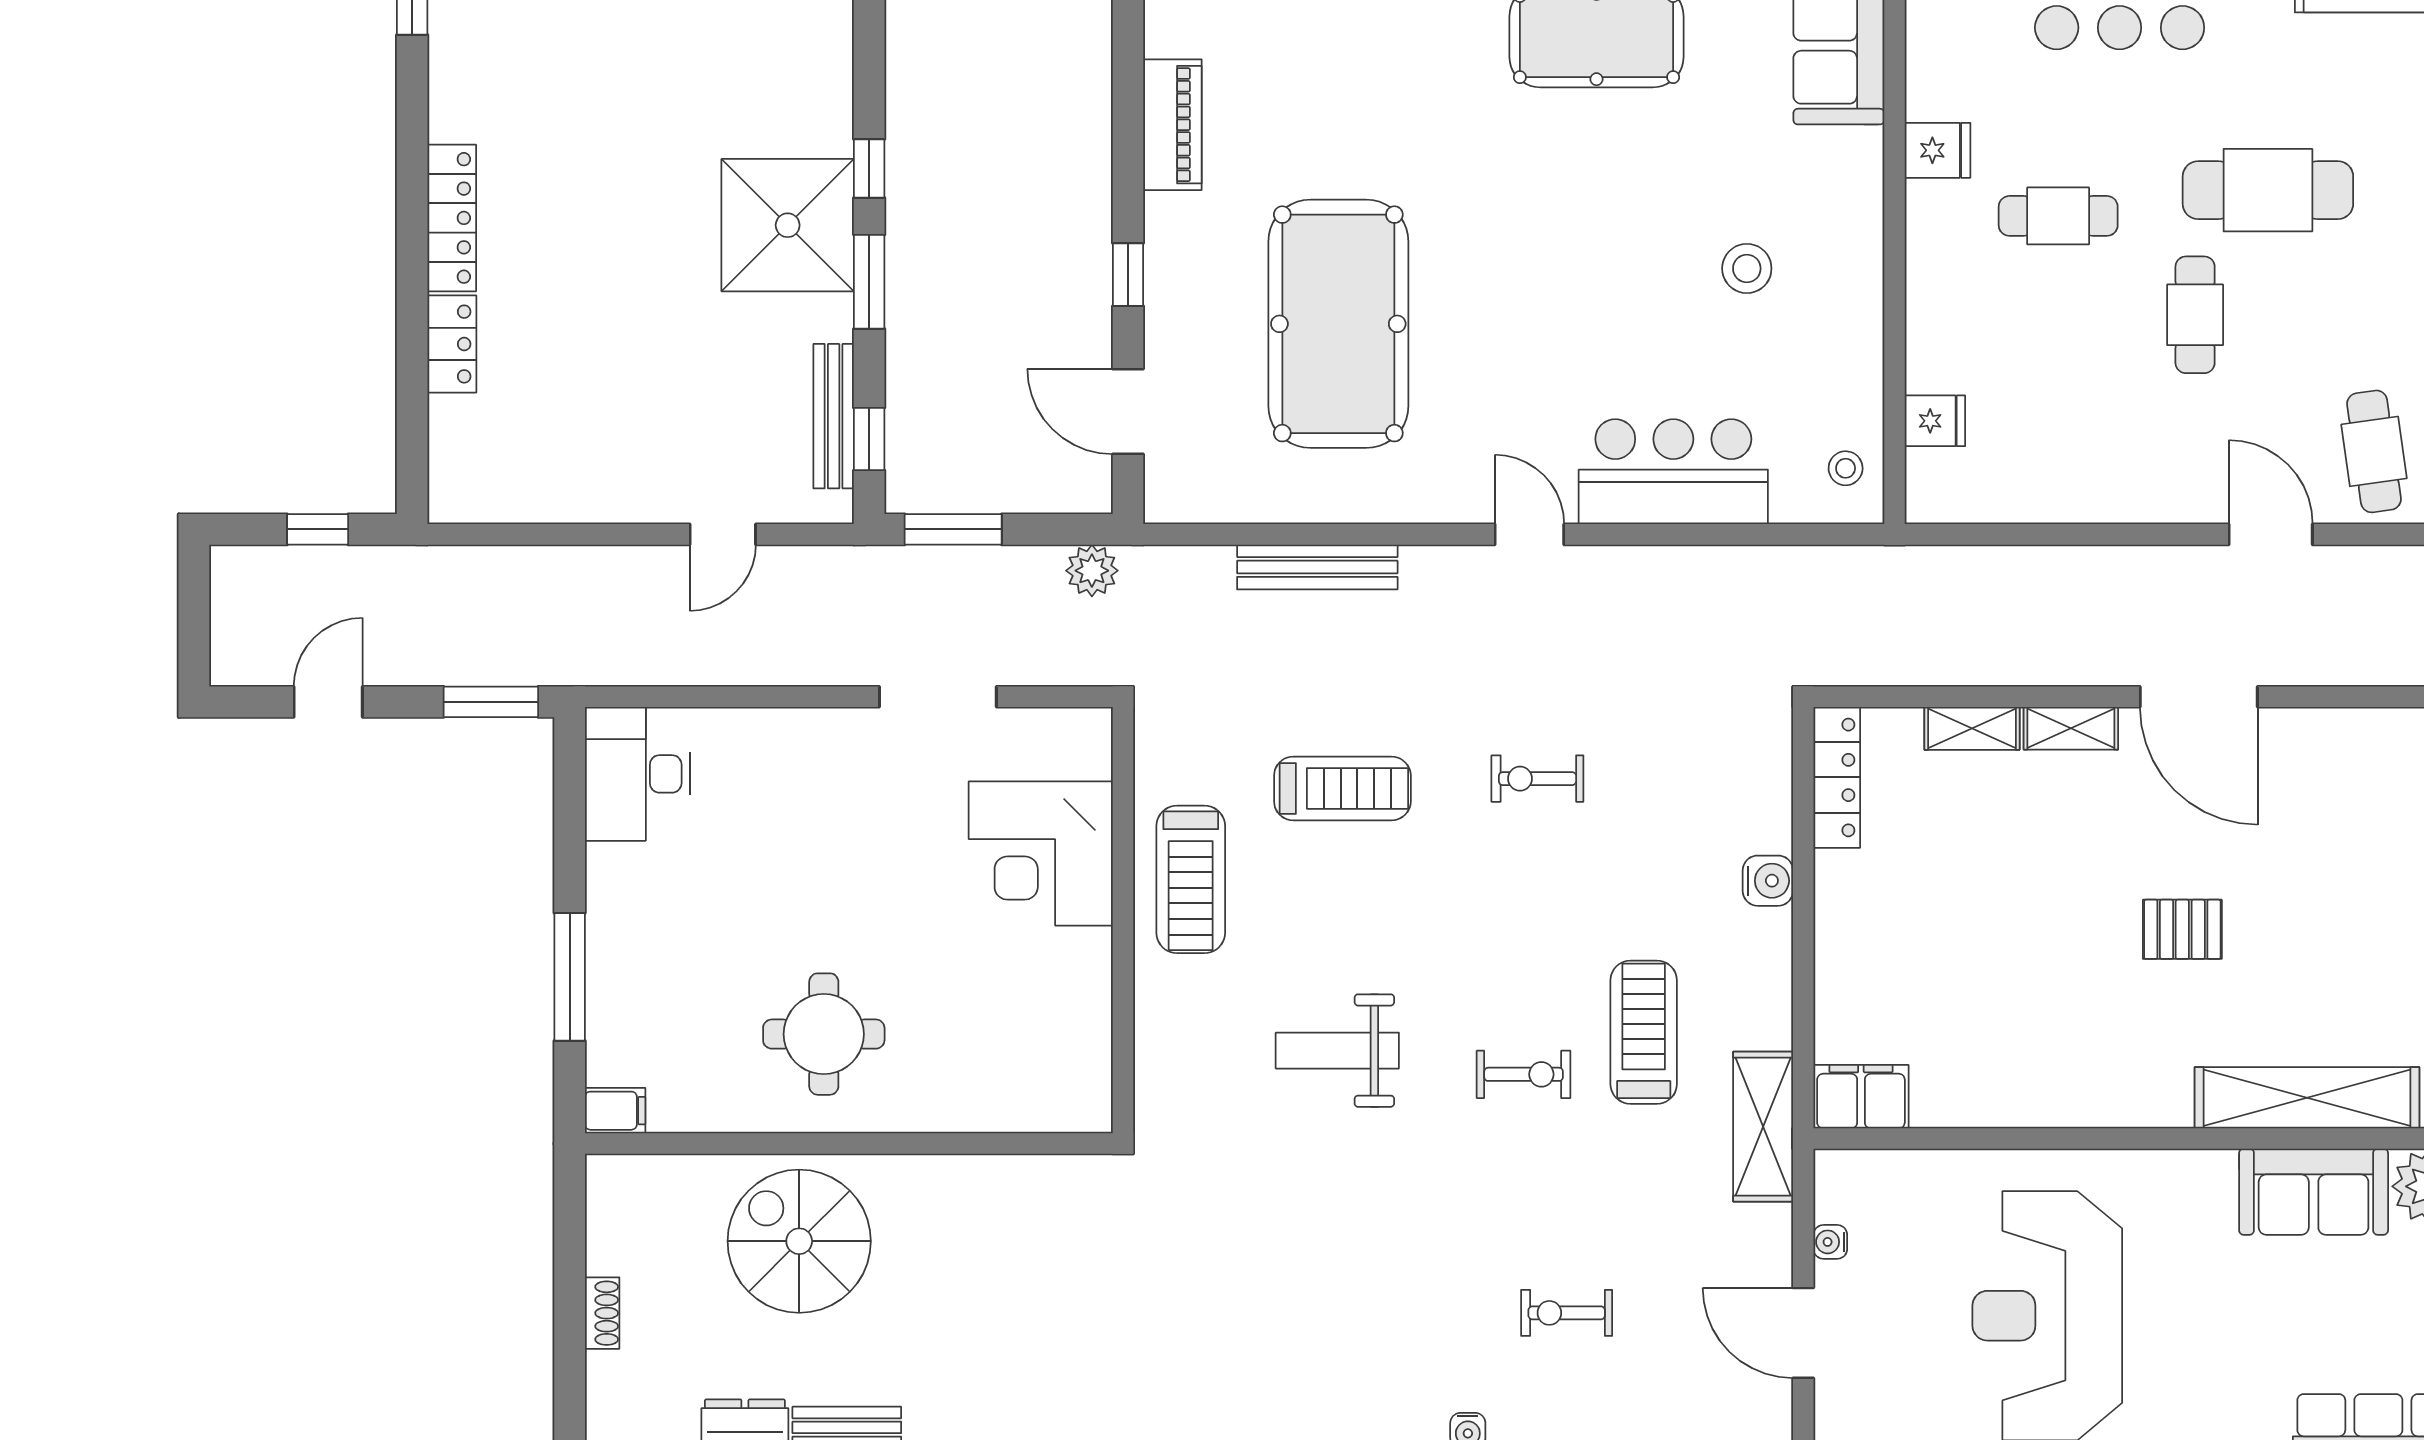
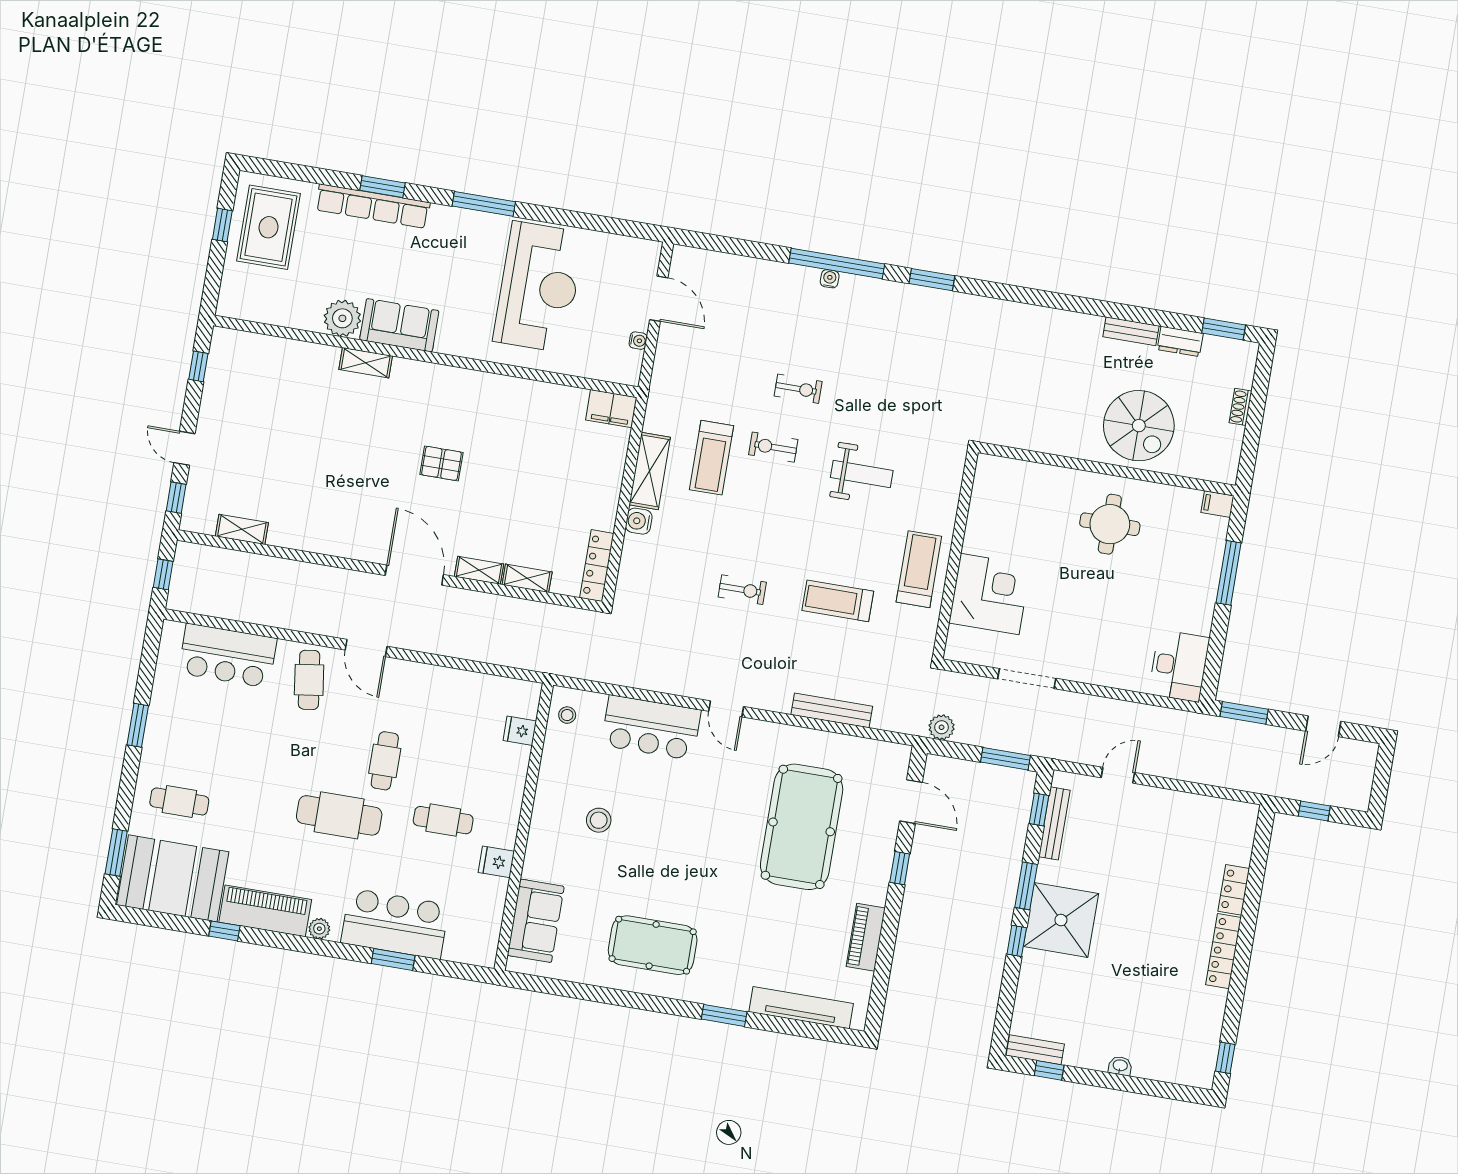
shelving: (2307, 1098) -> (366, 363), width x0.45, depth x0.75
shelving: (1763, 1127) -> (650, 471), moved
exercise bike: (1567, 1313) -> (798, 389), moved

